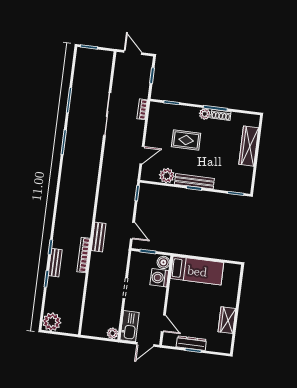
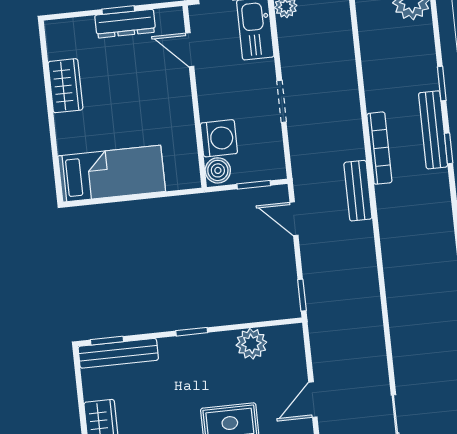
door: (142, 155) -> (313, 400), moved
bench: (194, 181) -> (118, 353), moved
bench: (55, 263) -> (433, 130), width x1.36
bed: (197, 271) -> (112, 174), moved, turned 180

